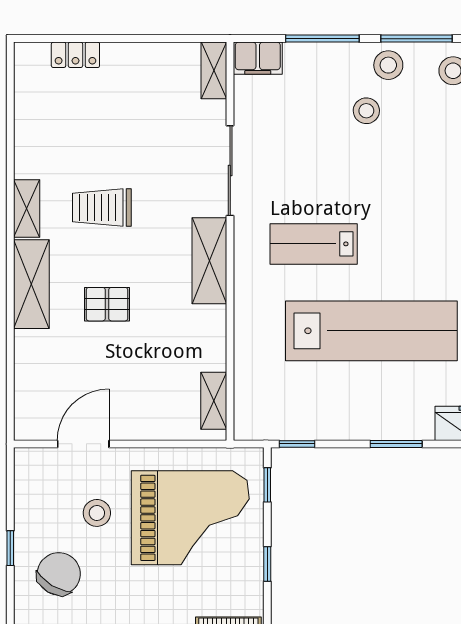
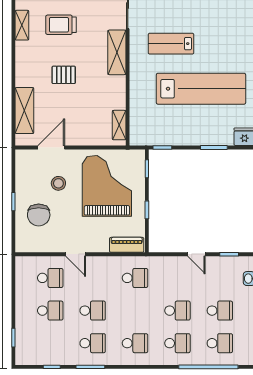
shelving: (31, 284) -> (24, 111), moved
grand piano: (190, 518) -> (107, 186), turned -90
chair: (59, 574) -> (39, 215), turned 149

